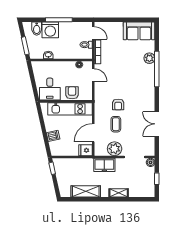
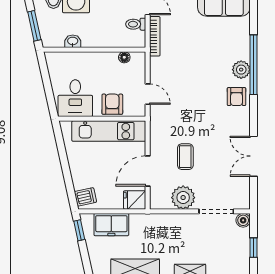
plant: (149, 58) -> (241, 70), moved
door: (93, 75) -> (148, 94), moved
armchair: (118, 105) -> (236, 97), moved
dishwasher: (53, 136) -> (85, 197), moved
freezer: (104, 165) -> (111, 225), moved

